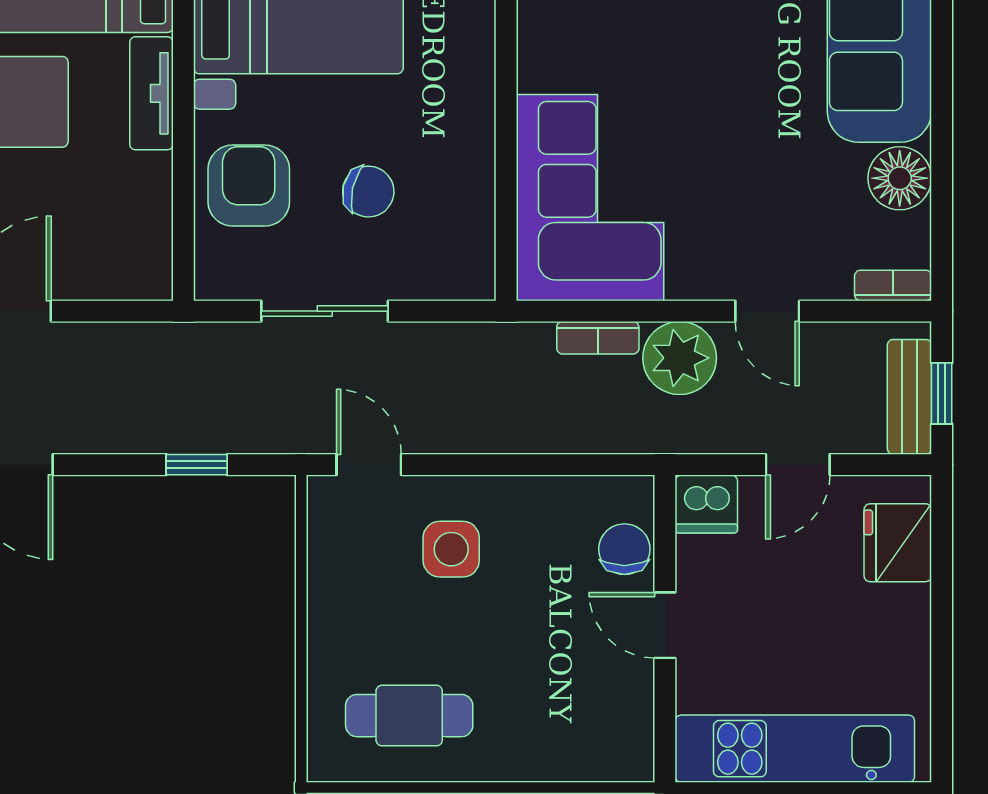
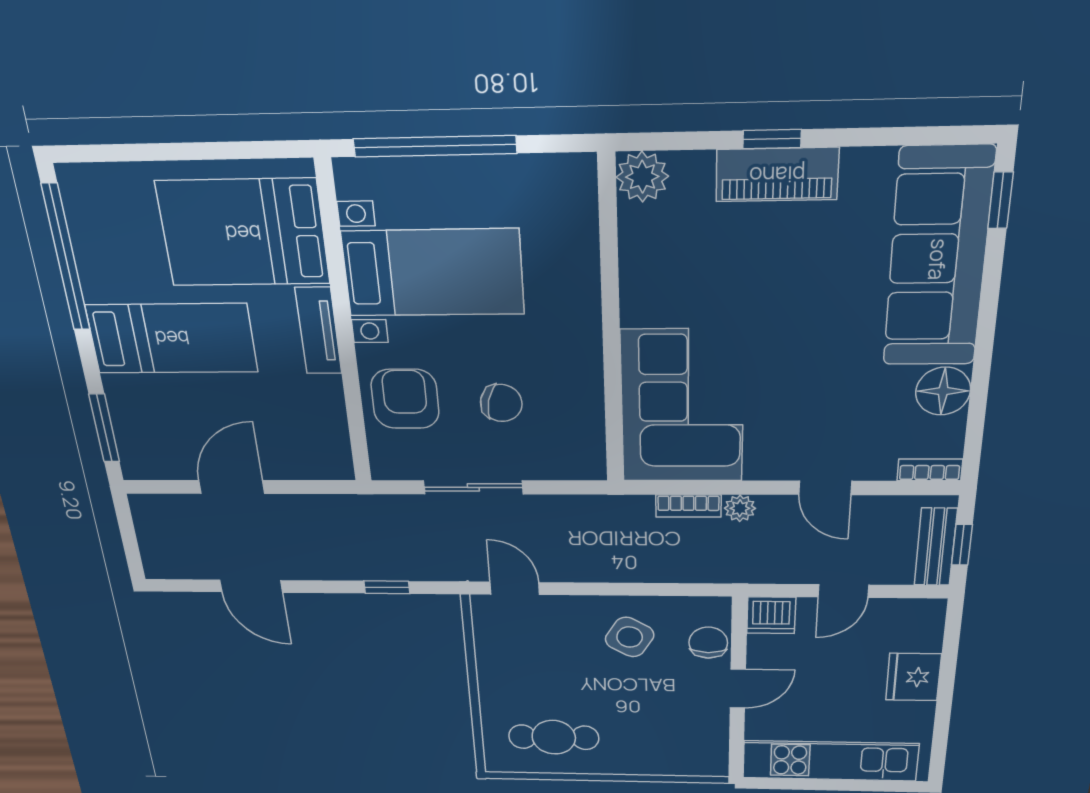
plant: (680, 358) -> (740, 508), width x0.53, depth x0.53
fridge: (898, 543) -> (913, 677), moved
side table: (451, 549) -> (630, 637), moved, turned 31
door: (665, 625) -> (738, 689), swing flipped

